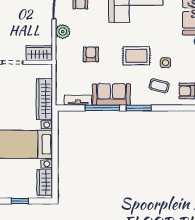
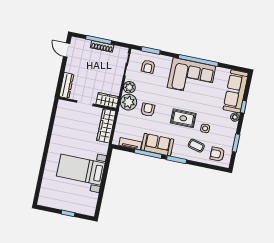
plant: (65, 50) -> (129, 102), added
wardrobe: (44, 99) -> (106, 126), moved
wardrobe: (45, 182) -> (91, 203), removed

